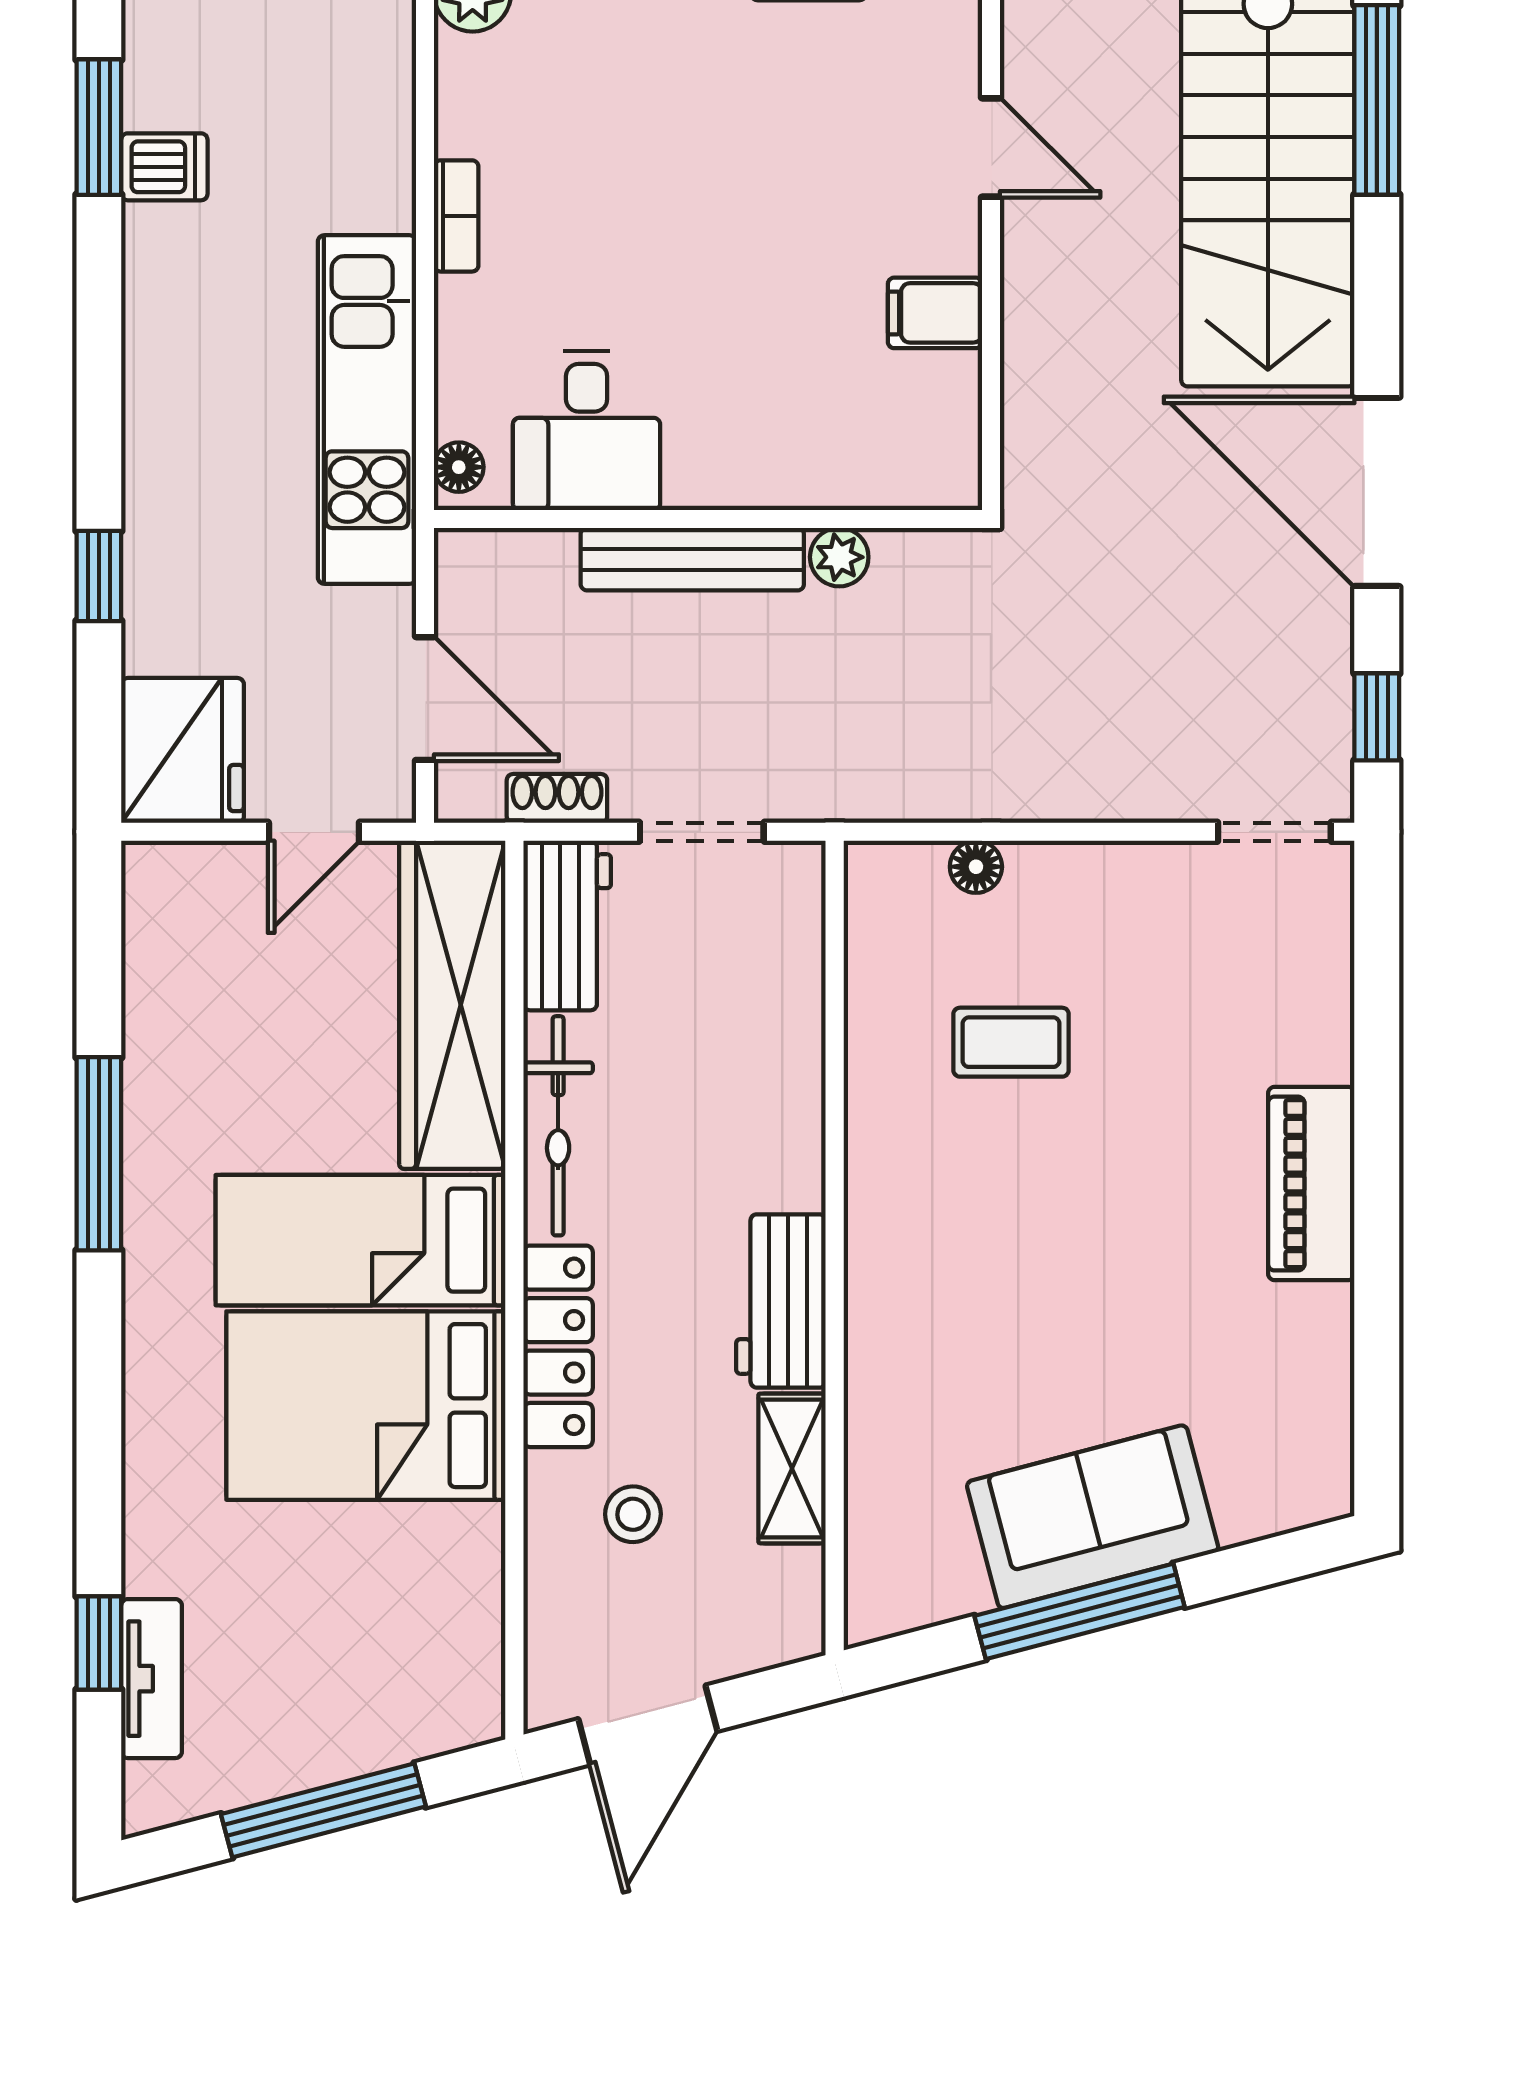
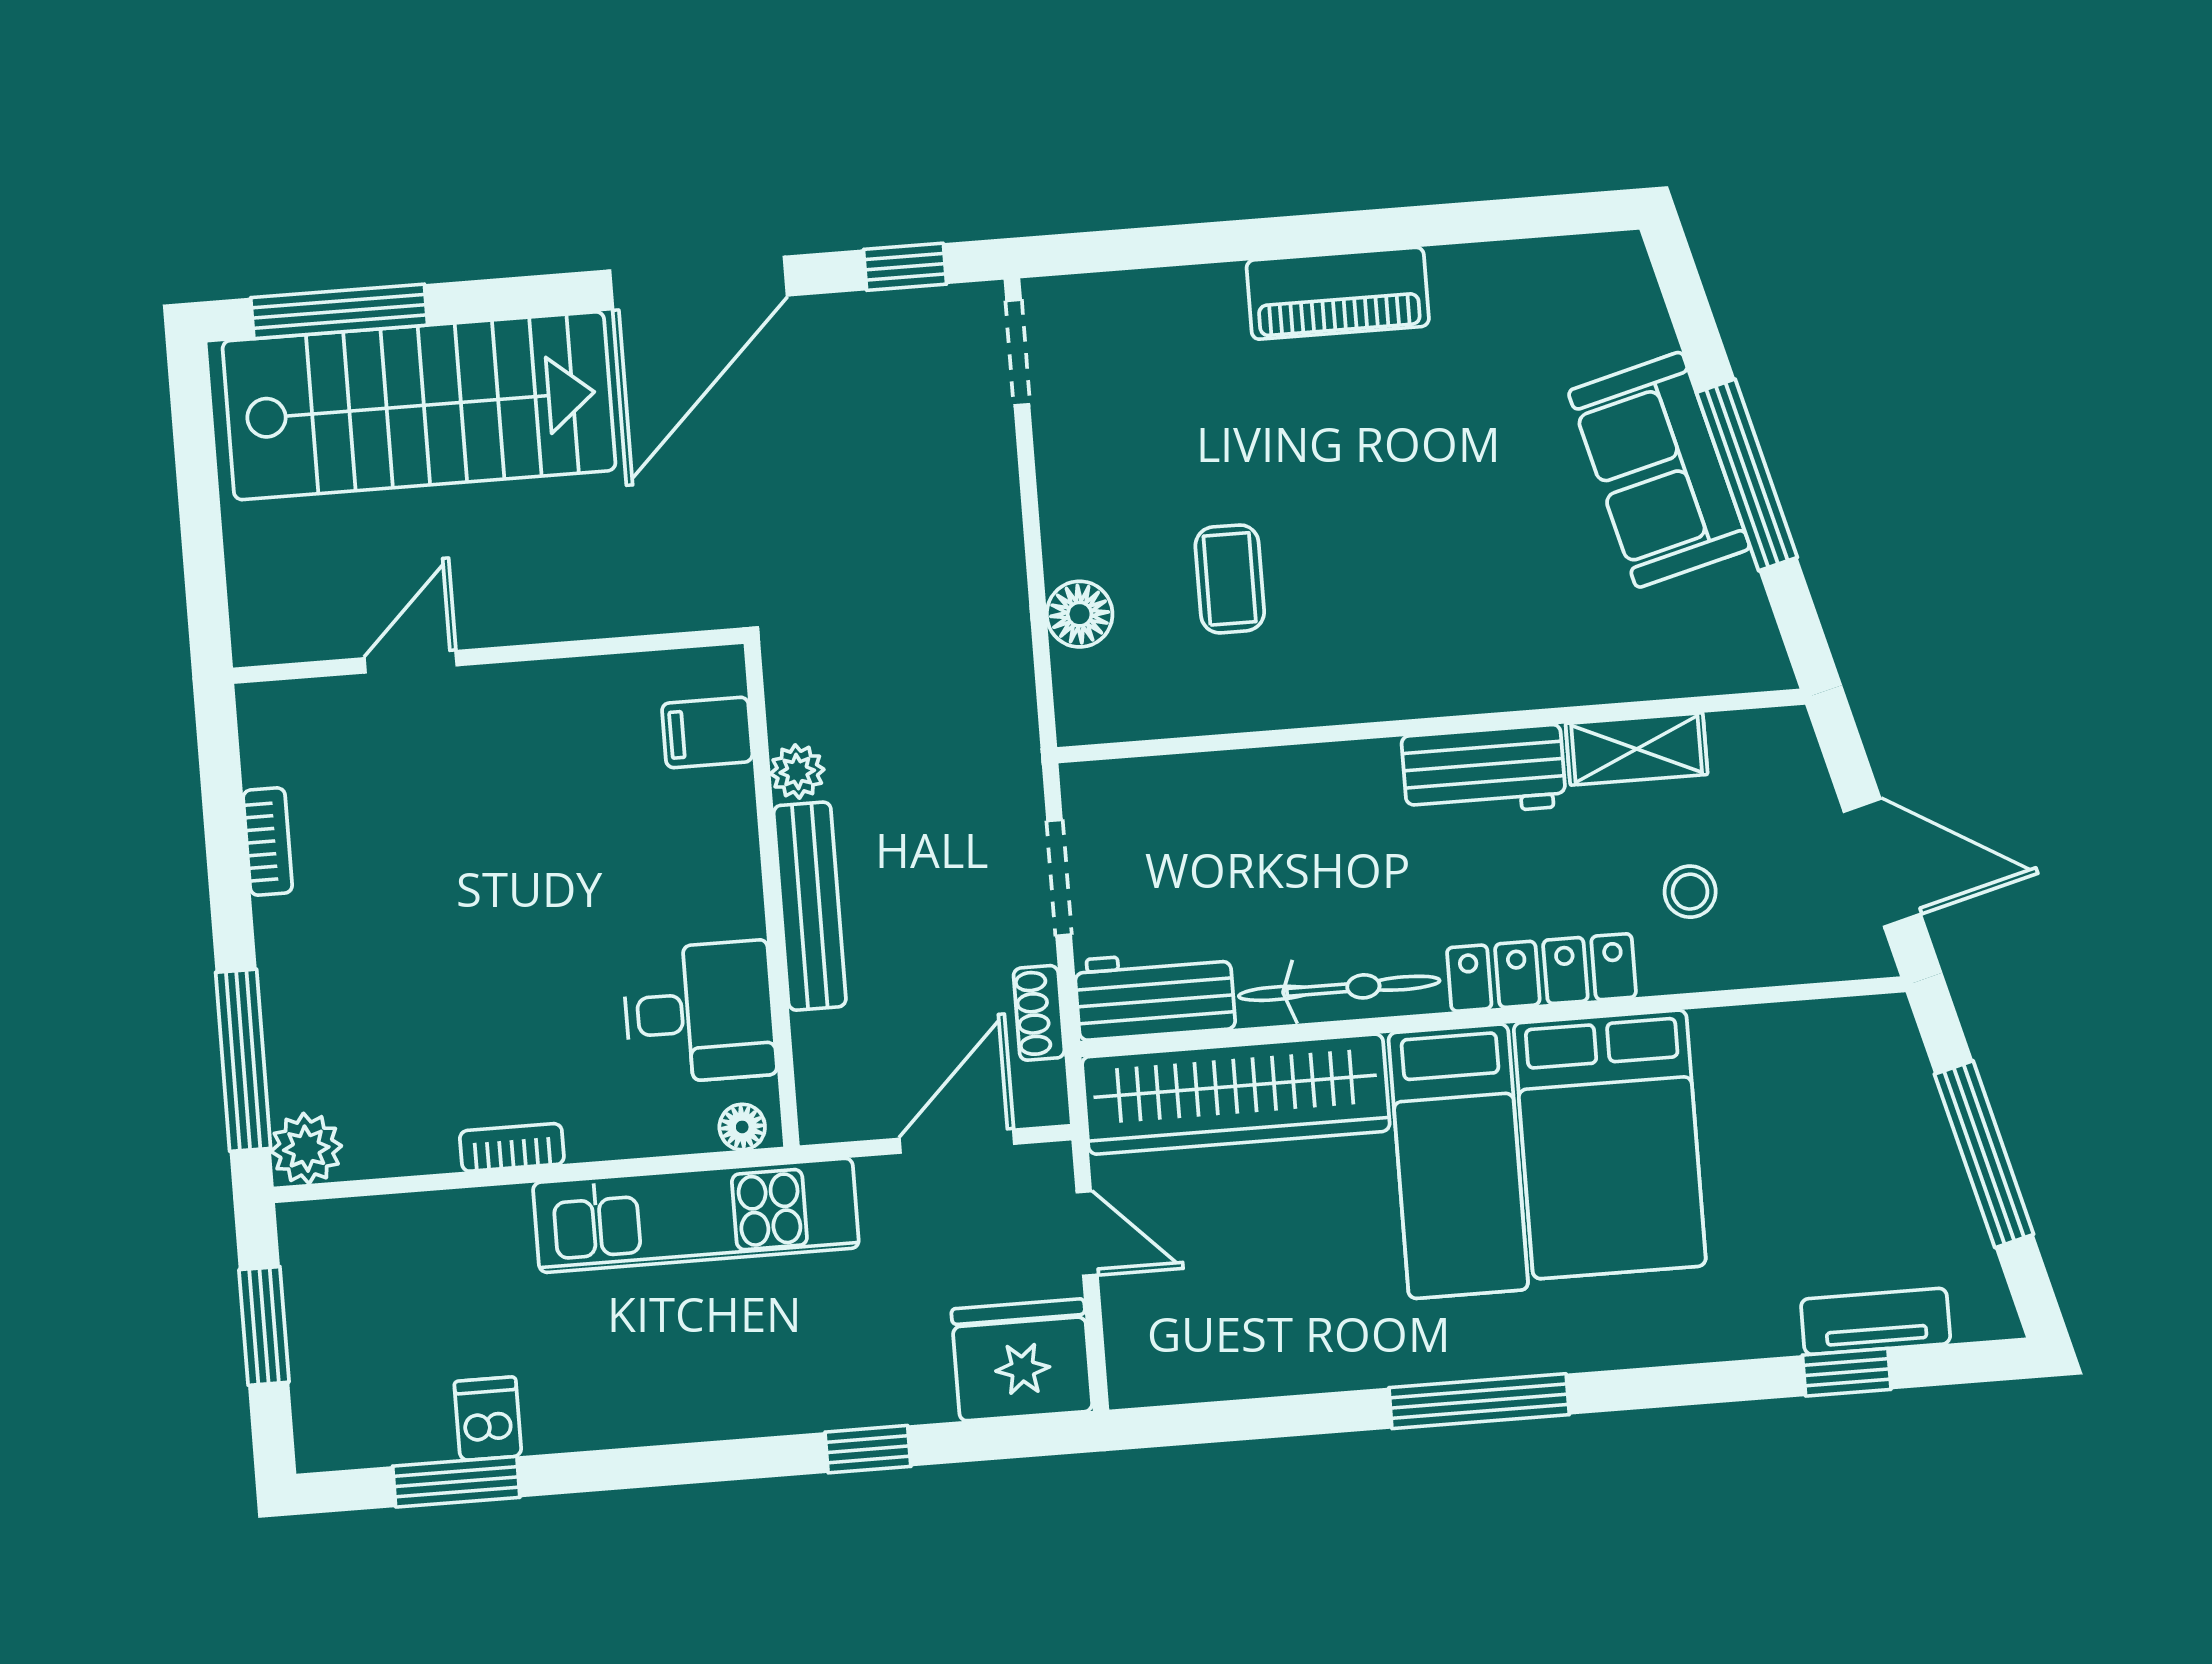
filing cabinet: (935, 313) -> (707, 732), moved, turned 90
floor lamp: (976, 867) -> (1080, 614), width x1.37, depth x1.37
window: (99, 1154) -> (1479, 1401), moved

